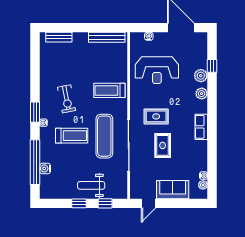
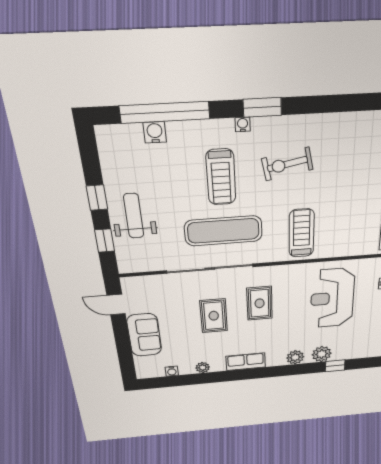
rug: (163, 145) -> (214, 316), turned 90
plant: (203, 185) -> (203, 368), moved

